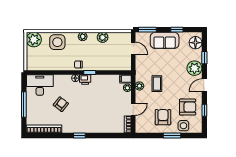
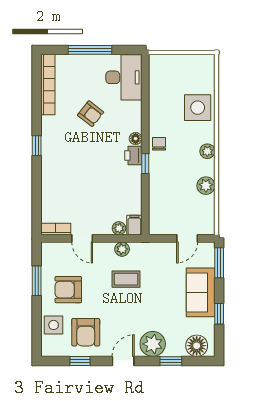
plant: (34, 40) -> (202, 67), removed
door: (204, 85) -> (123, 361), hinge flipped
armchair: (163, 117) -> (68, 290), turned 180
window: (172, 135) -> (37, 281), moved

